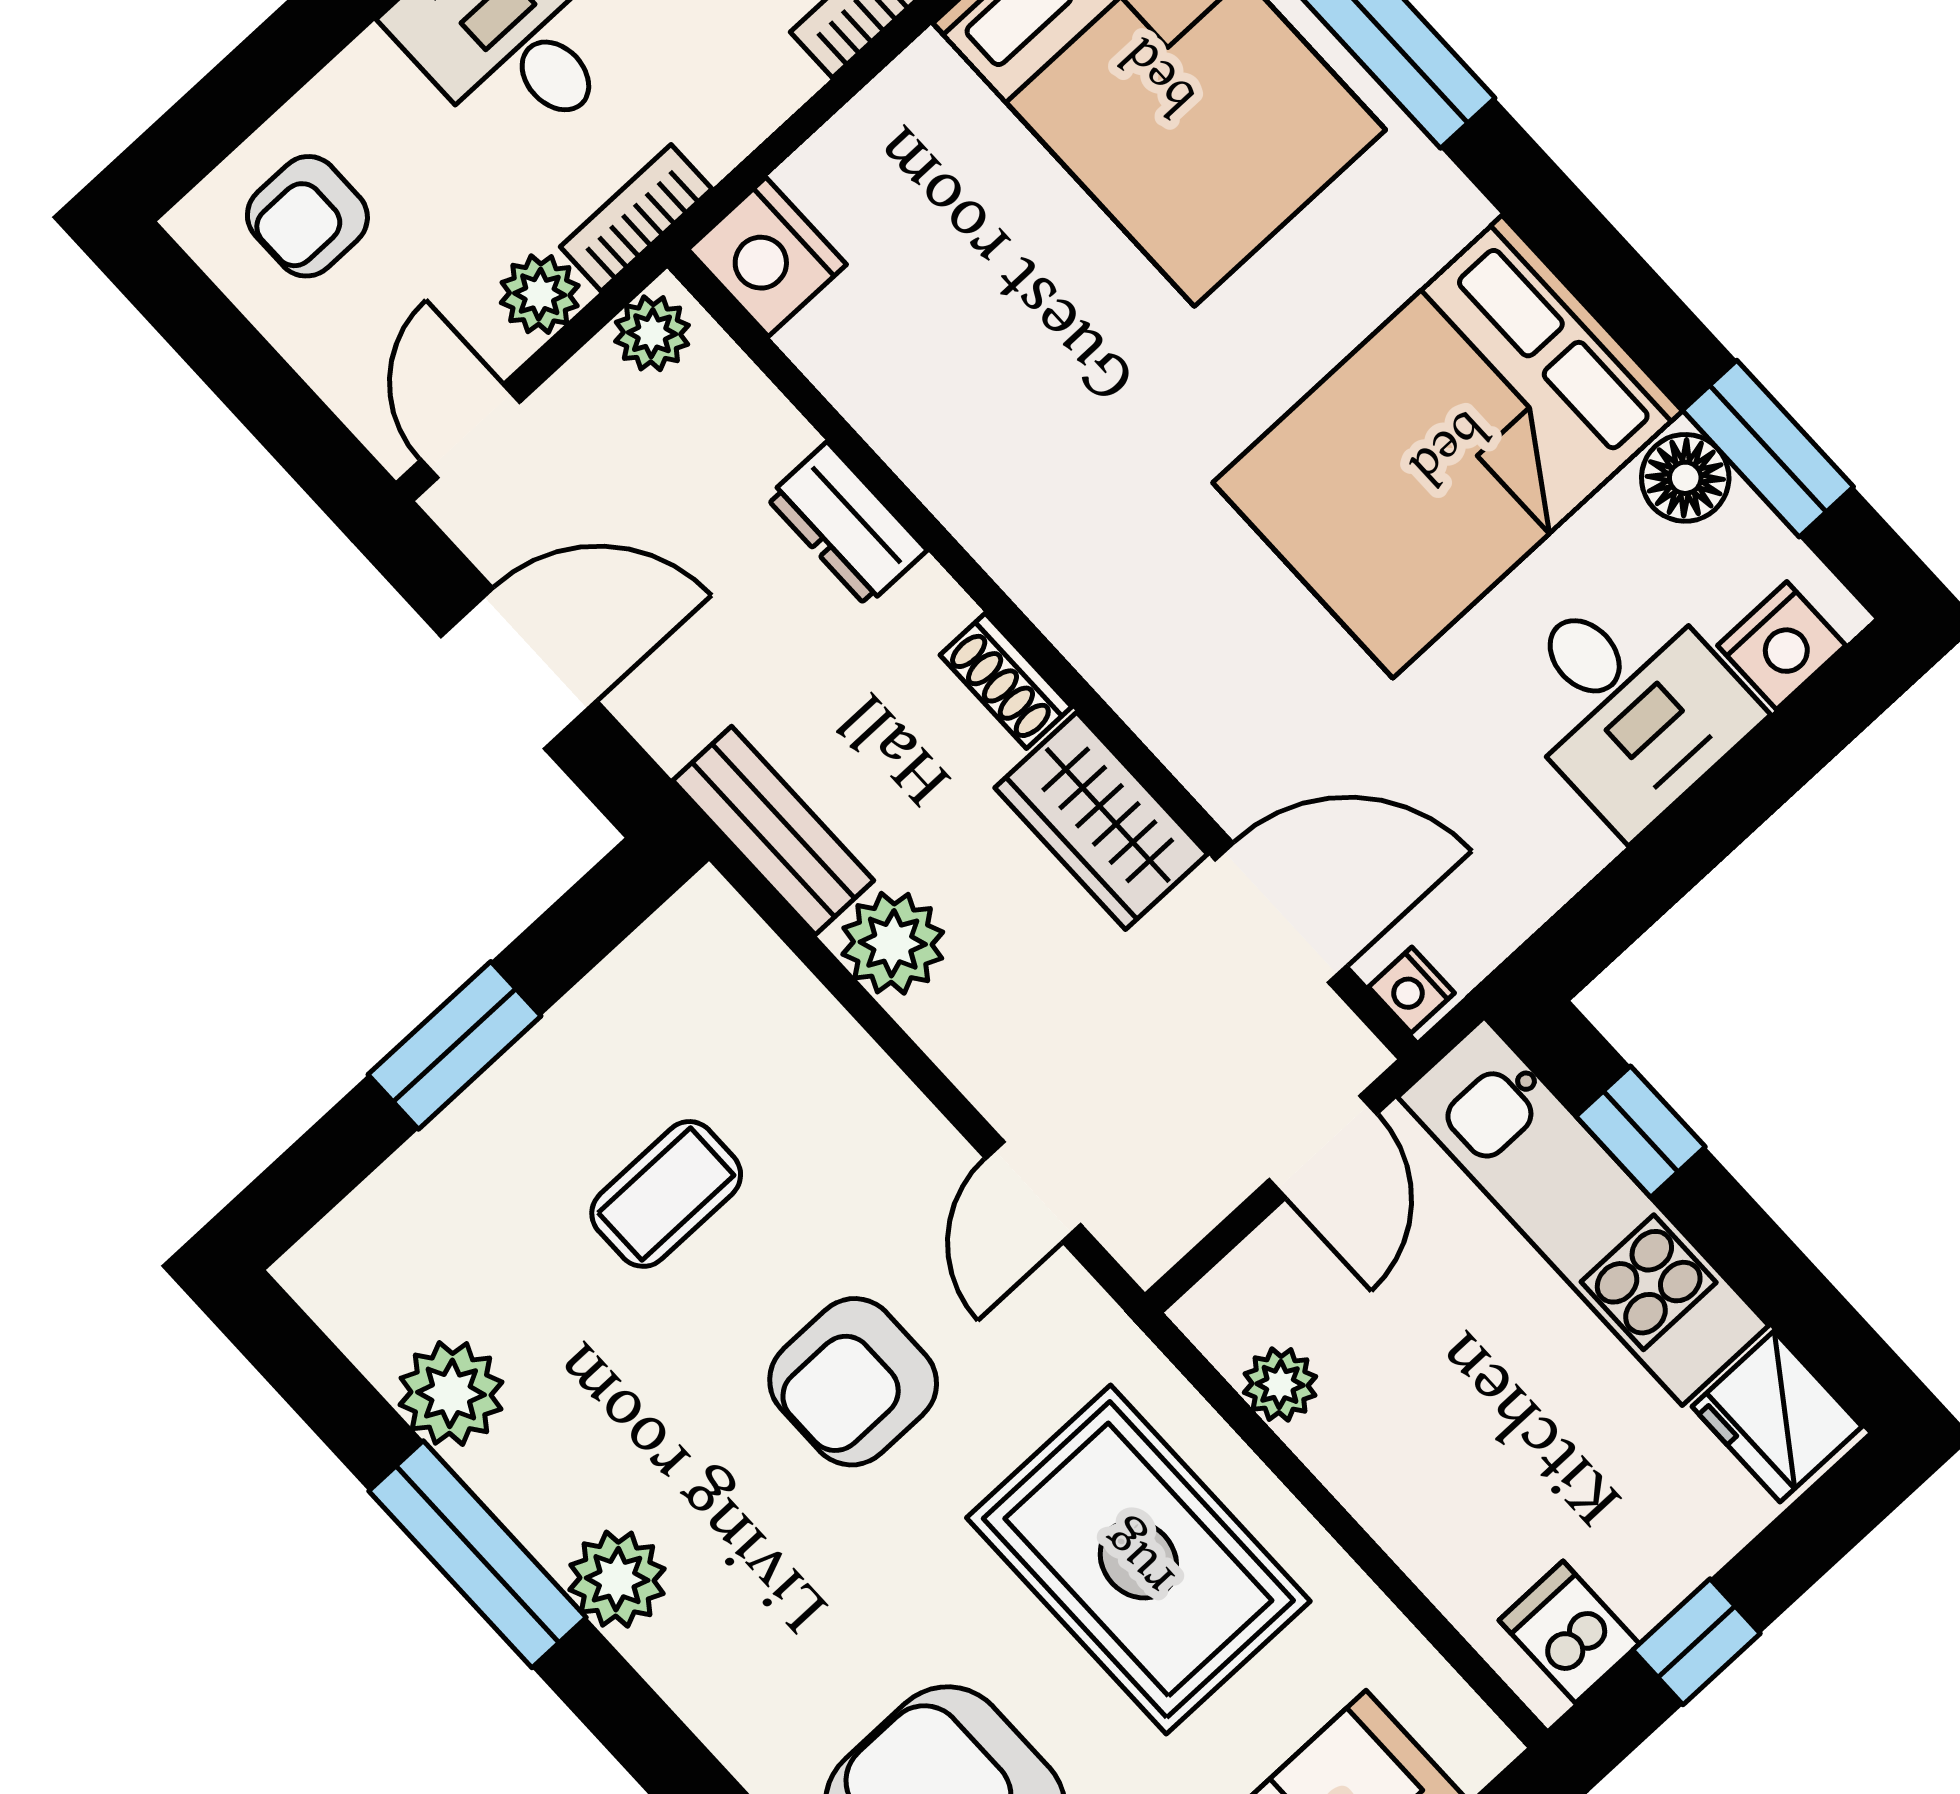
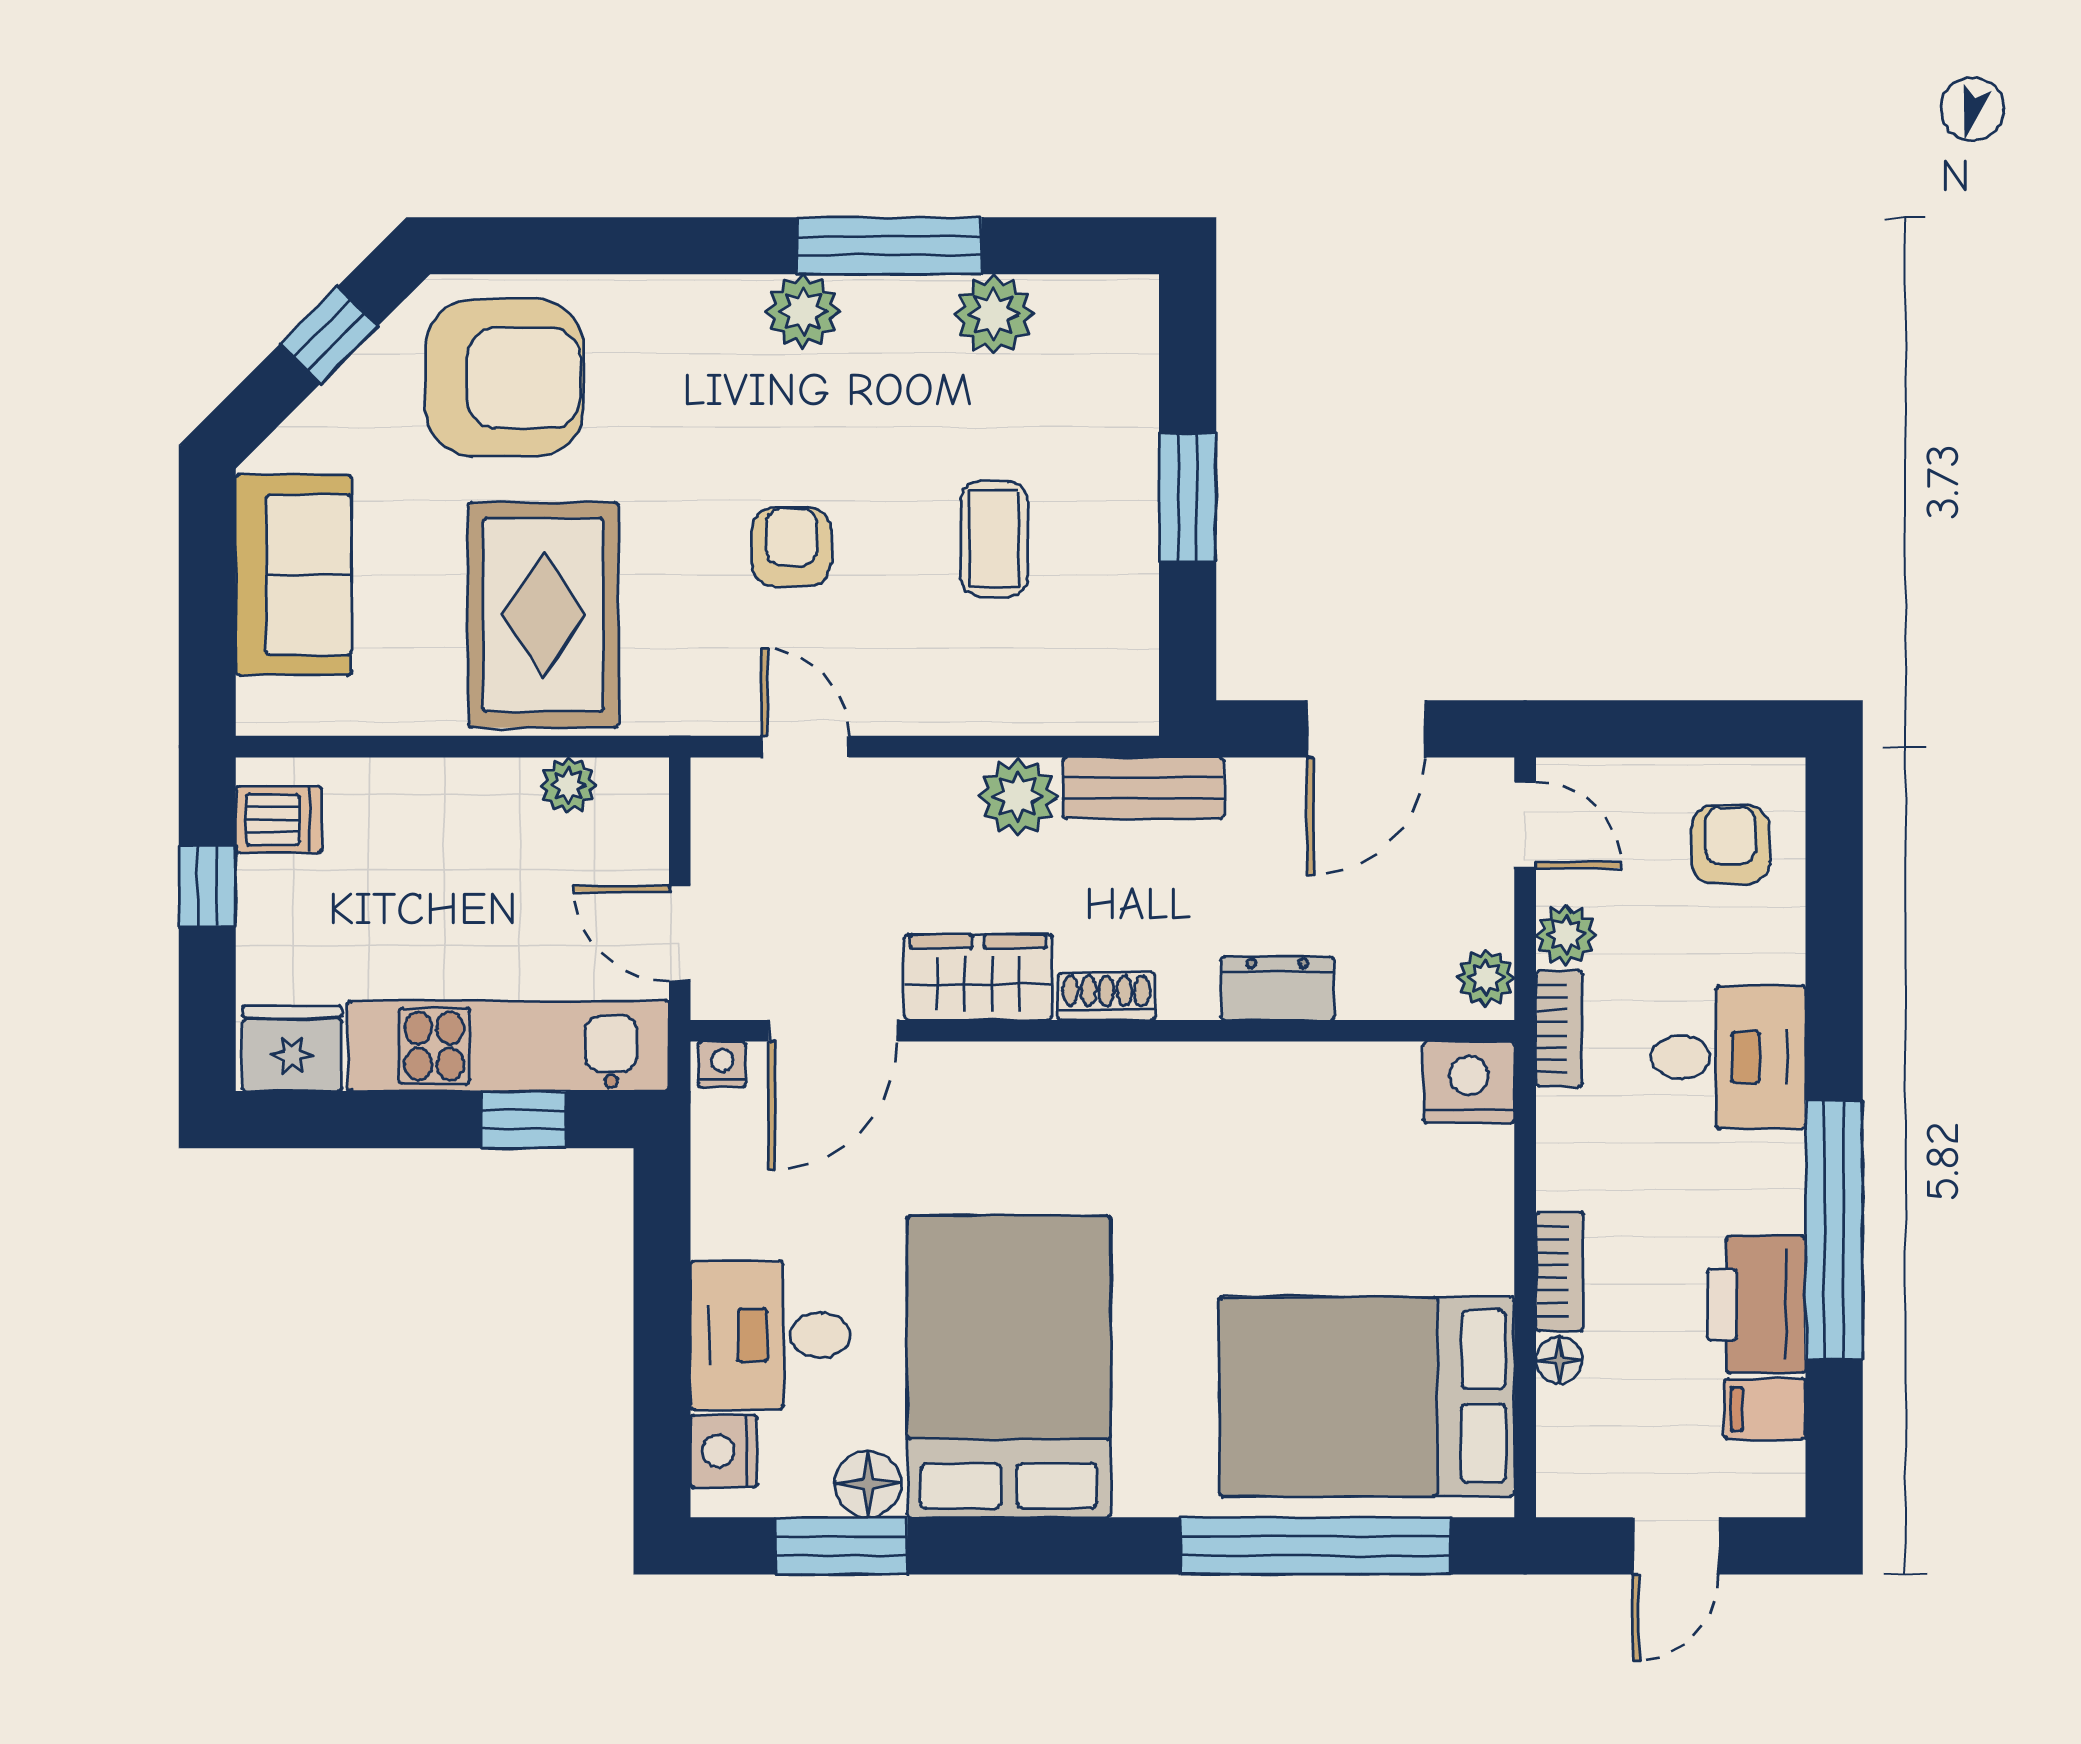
armchair: (853, 1382) -> (791, 547), width x0.72, depth x0.72
rug: (1138, 1559) -> (543, 615), turned 90

